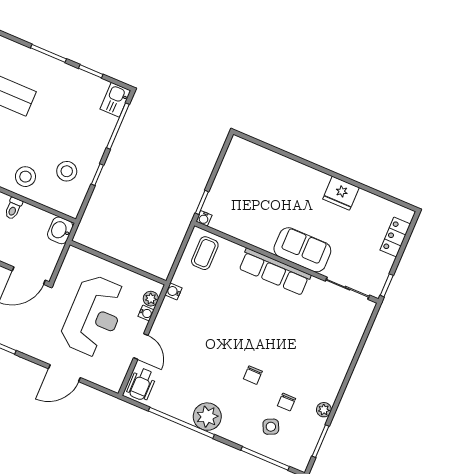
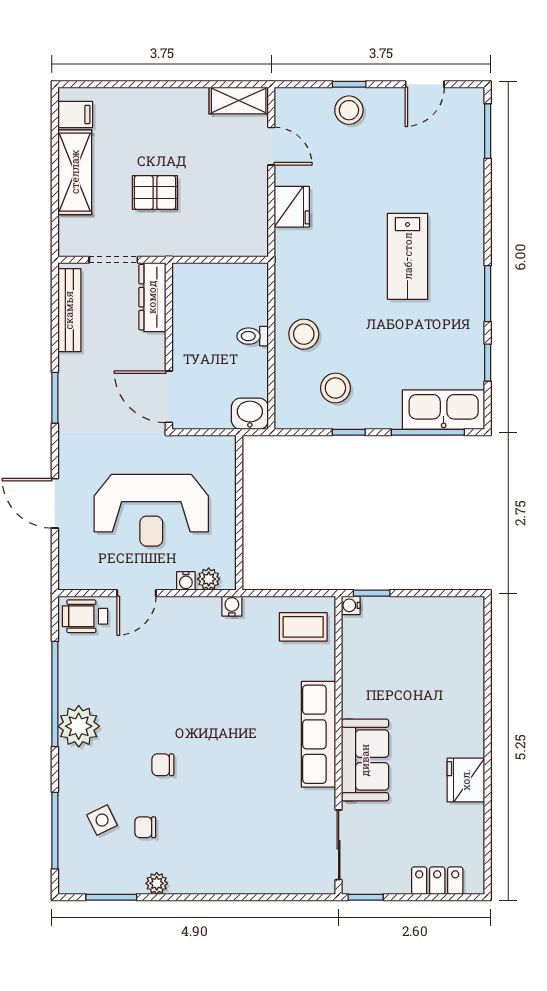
kitchen sink: (115, 100) -> (444, 410), width x1.88, depth x1.24

